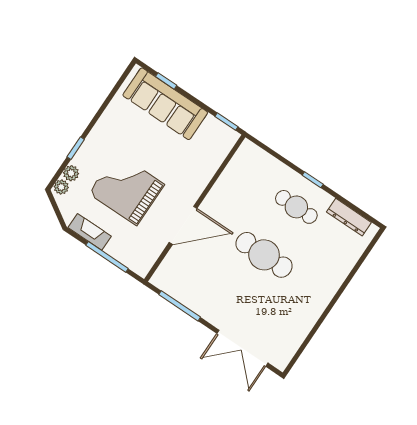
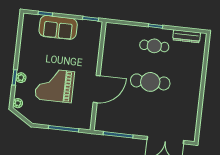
sofa: (165, 104) -> (58, 27), width x0.73
plant: (71, 173) -> (21, 78), moved
fireplace: (90, 232) -> (47, 120), removed

